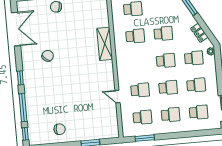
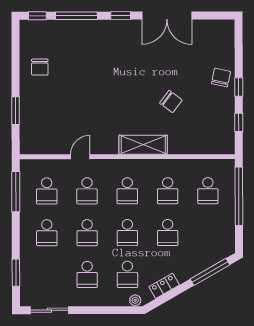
double door: (16, 29) -> (167, 16), moved
shelving: (105, 44) -> (143, 145), moved
chair: (48, 56) -> (171, 102), moved
school desk: (199, 112) -> (127, 191), moved
window: (199, 133) -> (16, 273), added
window: (145, 138) -> (16, 192), width x1.44

